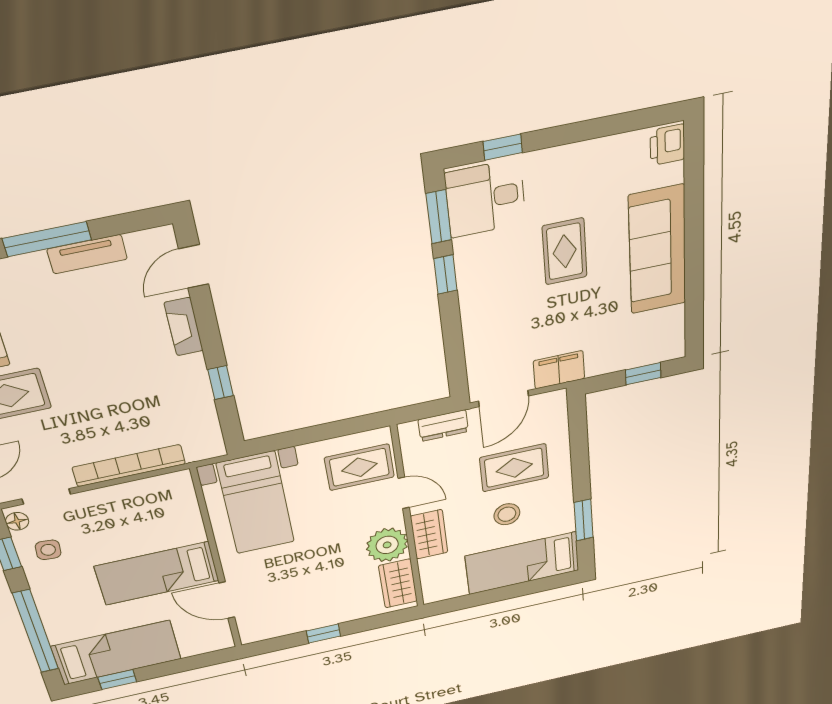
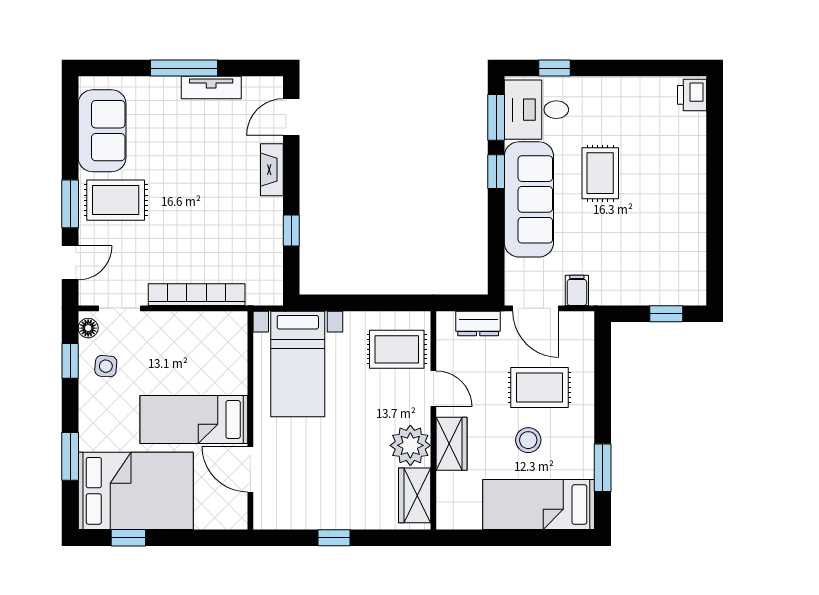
sofa: (657, 250) -> (529, 199), moved, turned 180
filing cabinet: (559, 370) -> (577, 290), width x0.50
door: (504, 399) -> (536, 308), hinge flipped
window: (36, 631) -> (70, 456), width x0.47
bed: (116, 653) -> (136, 491), width x1.50

